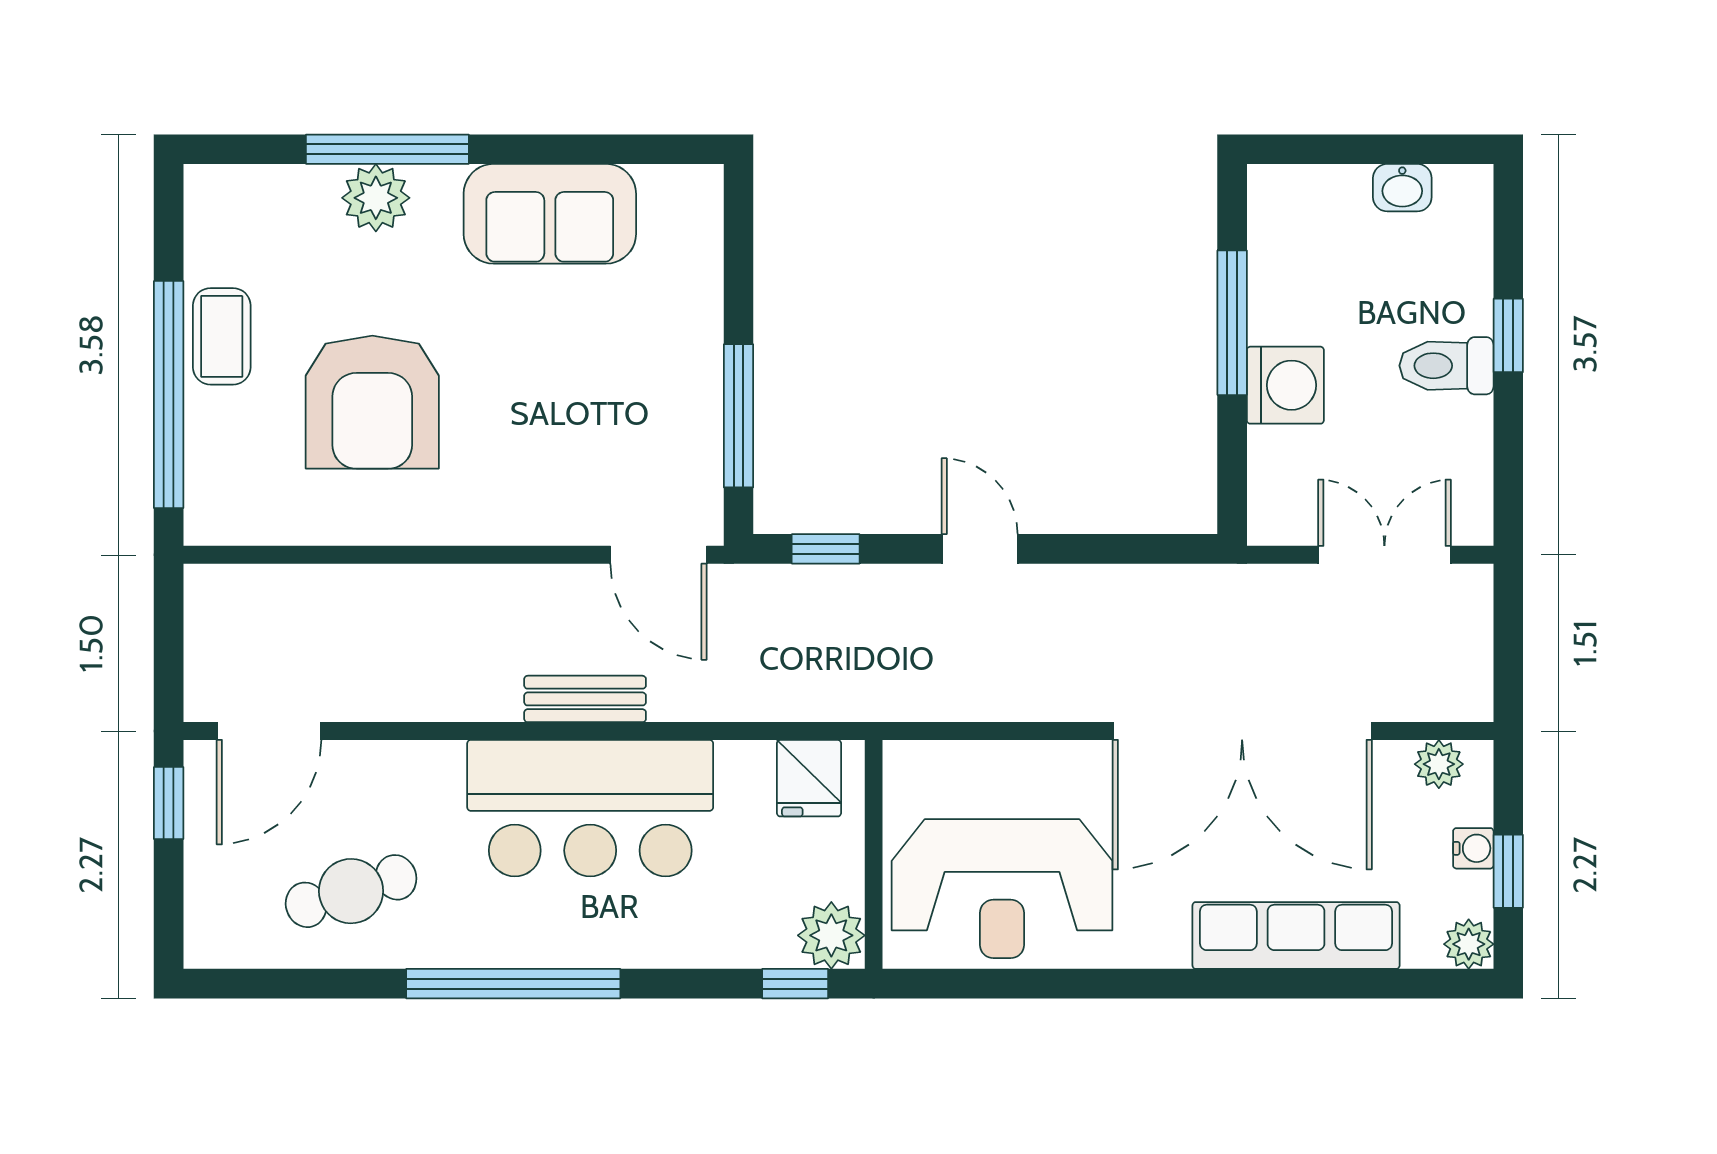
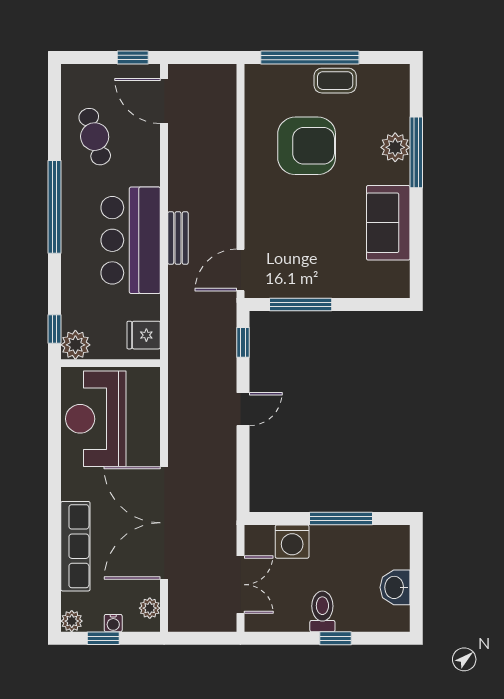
washbasin: (1402, 188) -> (395, 587), width x1.38, depth x1.45
washing machine: (1285, 385) -> (292, 542), moved
armchair: (372, 402) -> (307, 146), turned 180

